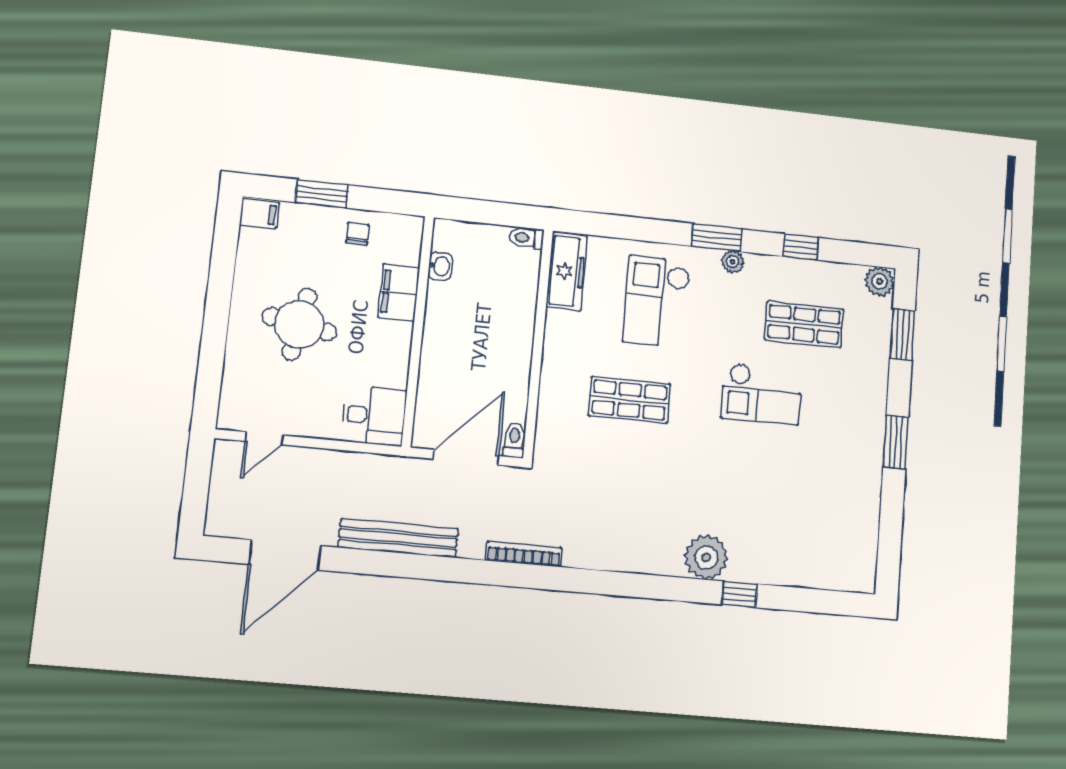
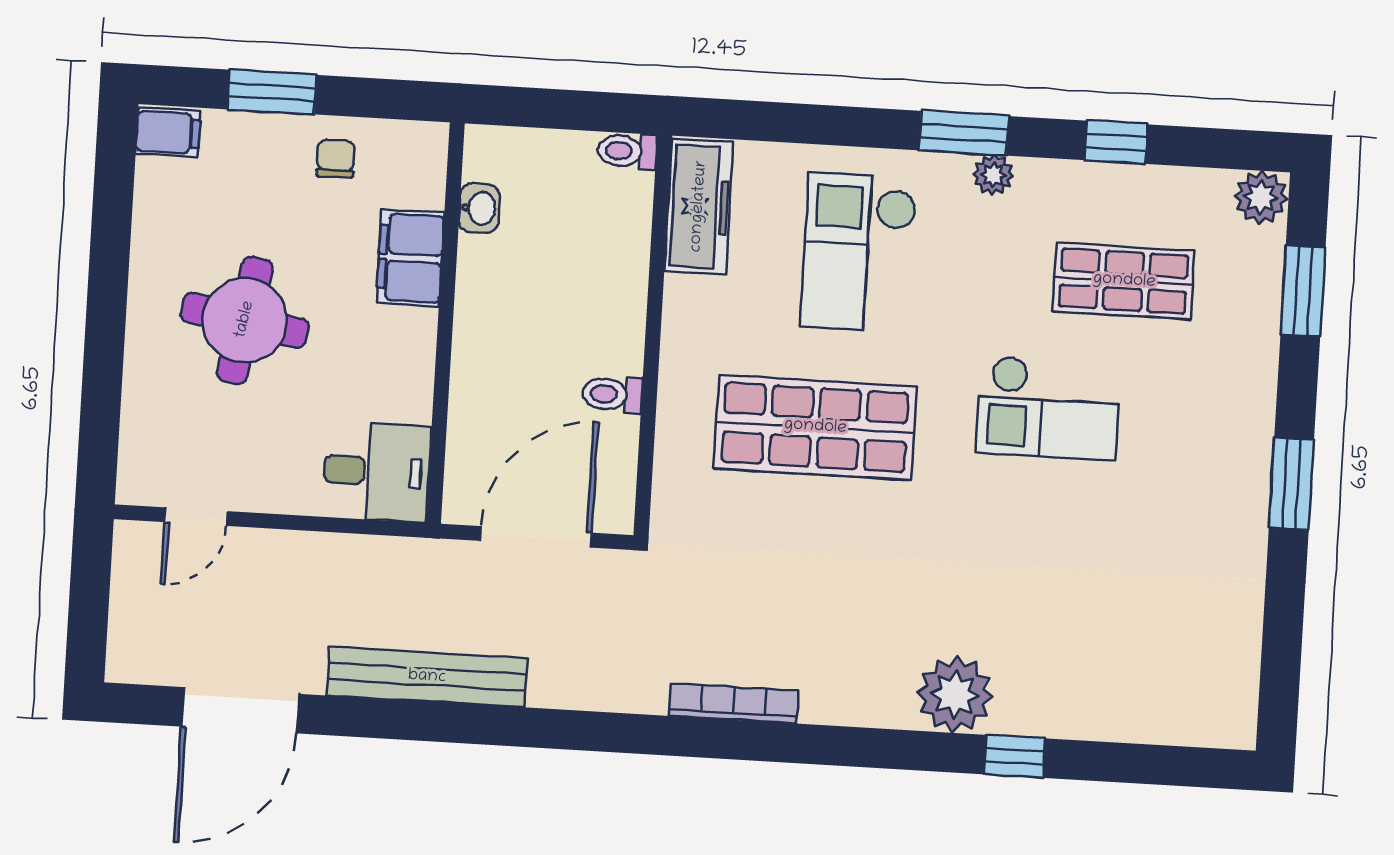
shop shelf: (629, 400) -> (815, 427), width x1.43, depth x1.36
toilet: (514, 440) -> (612, 394), moved, turned -90
bookcase: (524, 554) -> (734, 703), moved

